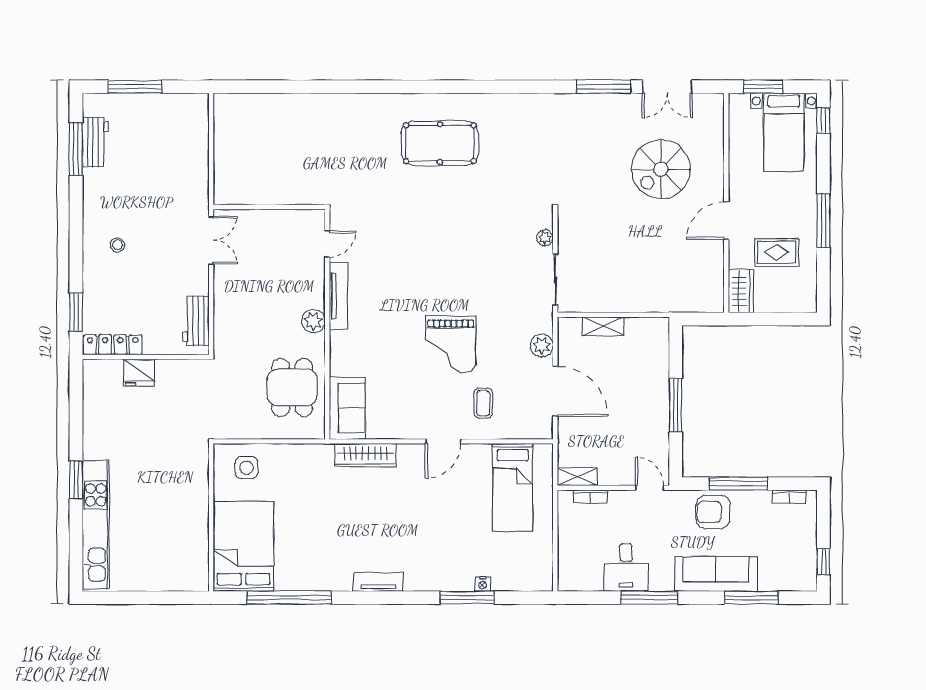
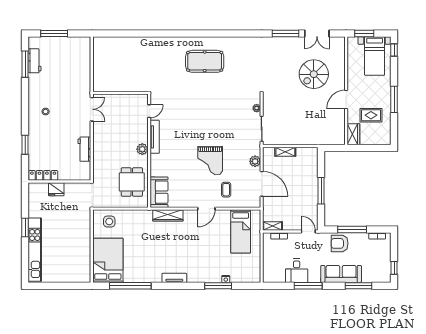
locker: (113, 345) -> (43, 175), moved
wall: (146, 357) -> (59, 181), moved
fridge: (139, 372) -> (56, 189), moved

